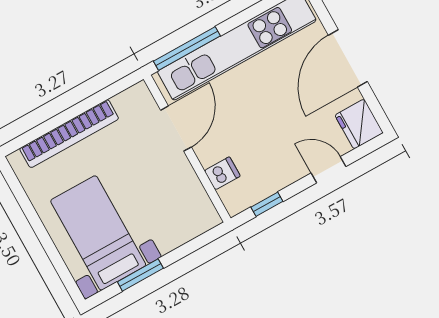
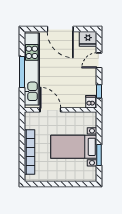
window: (187, 48) -> (22, 72), moved
dishwasher: (222, 173) -> (91, 102), moved
bed with nightstands: (98, 233) -> (74, 147), moved

